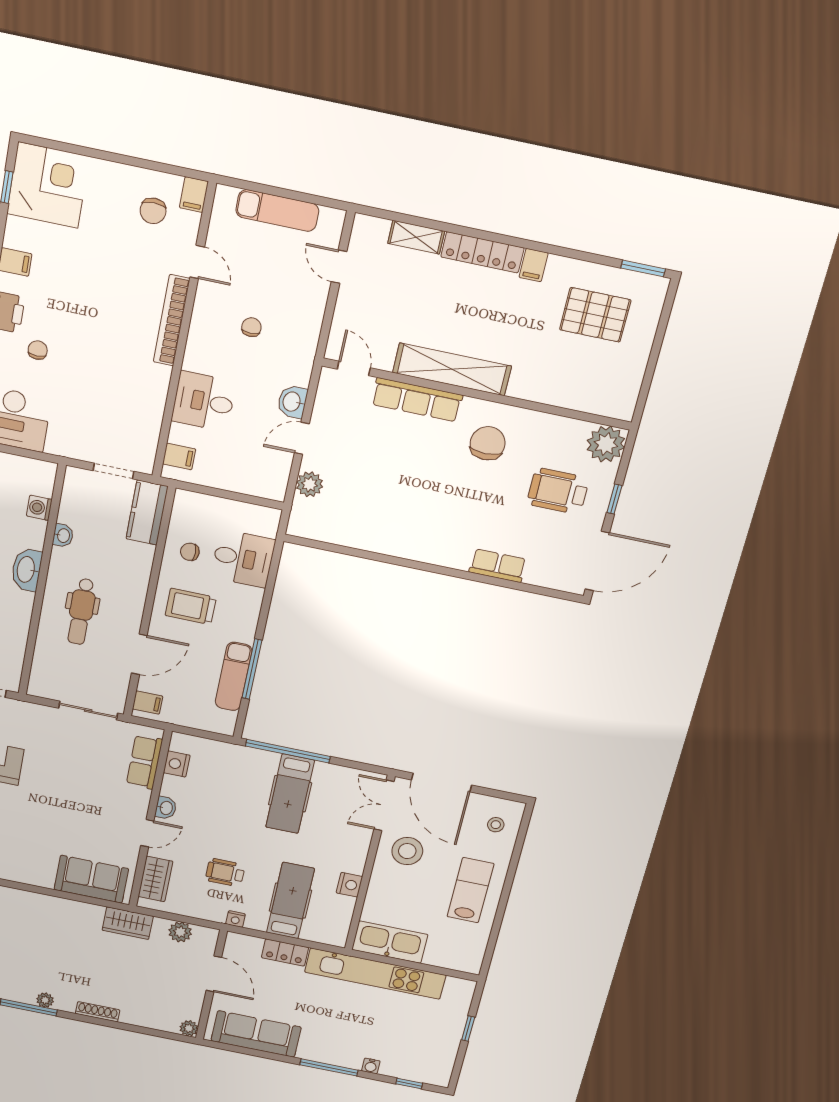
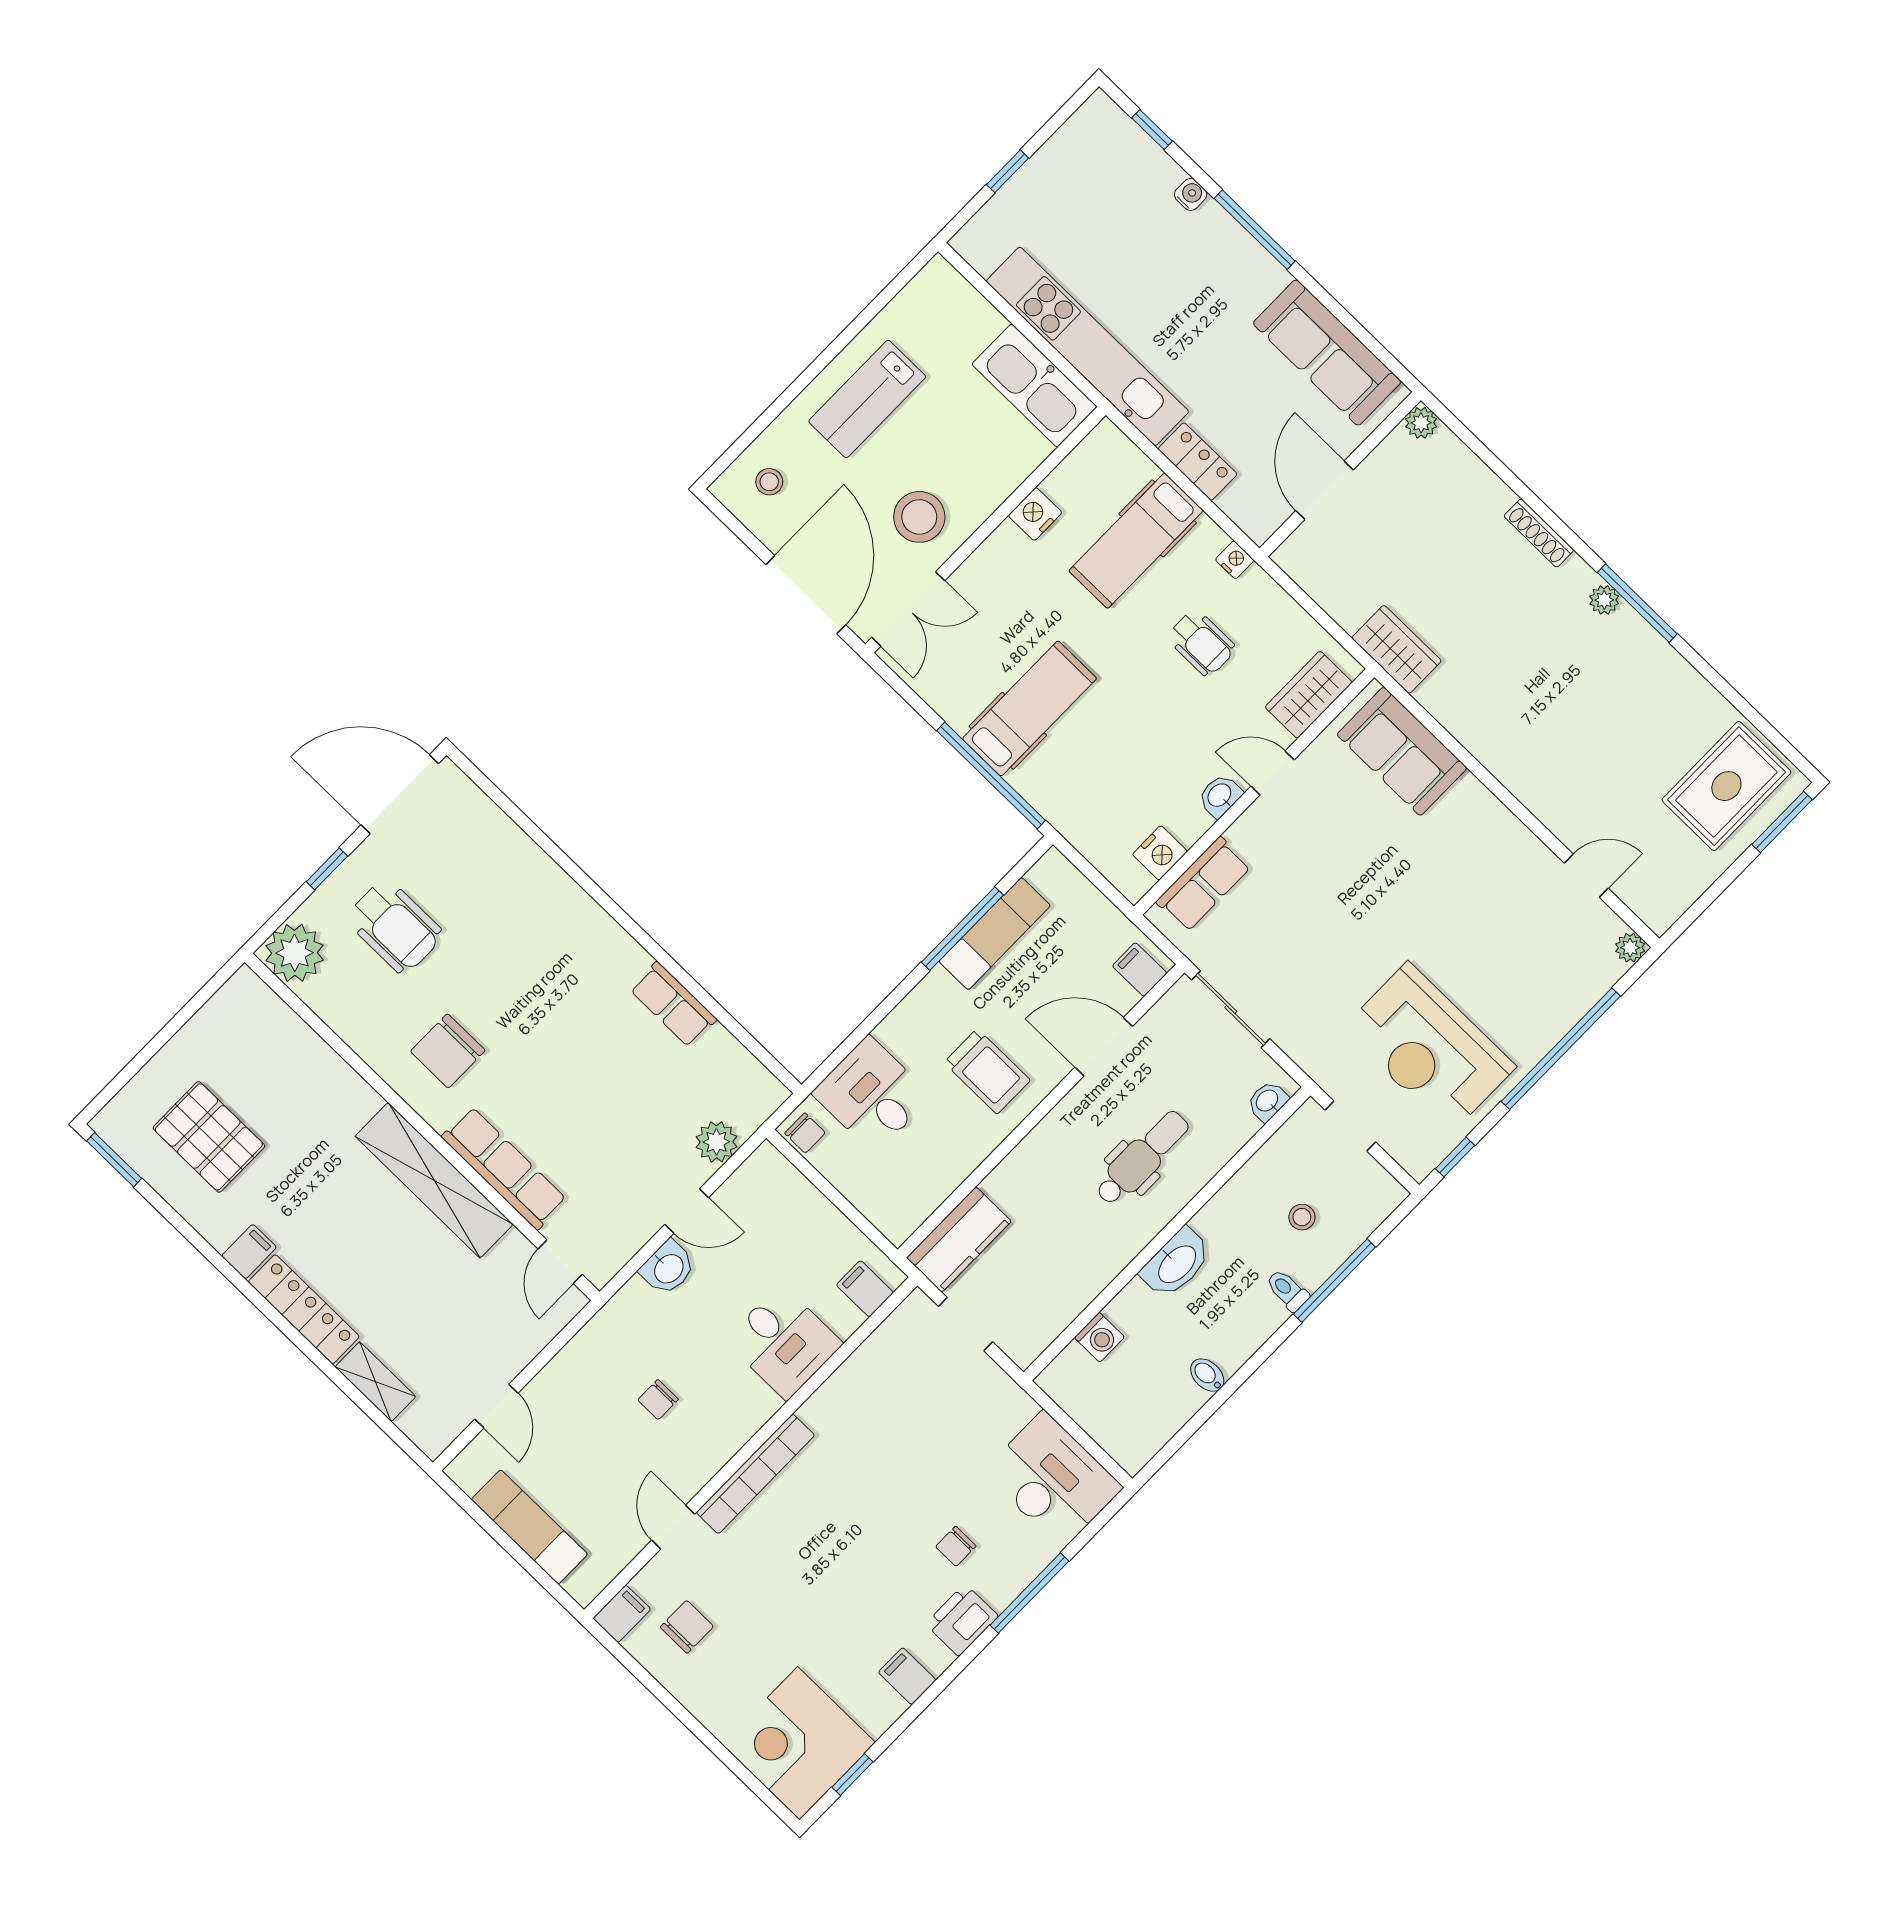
washbasin: (63, 536) -> (1268, 1101), moved
chair: (190, 552) -> (805, 1133), moved
row of seats: (498, 566) -> (673, 1004), moved
plant: (180, 932) -> (1329, 588), removed

